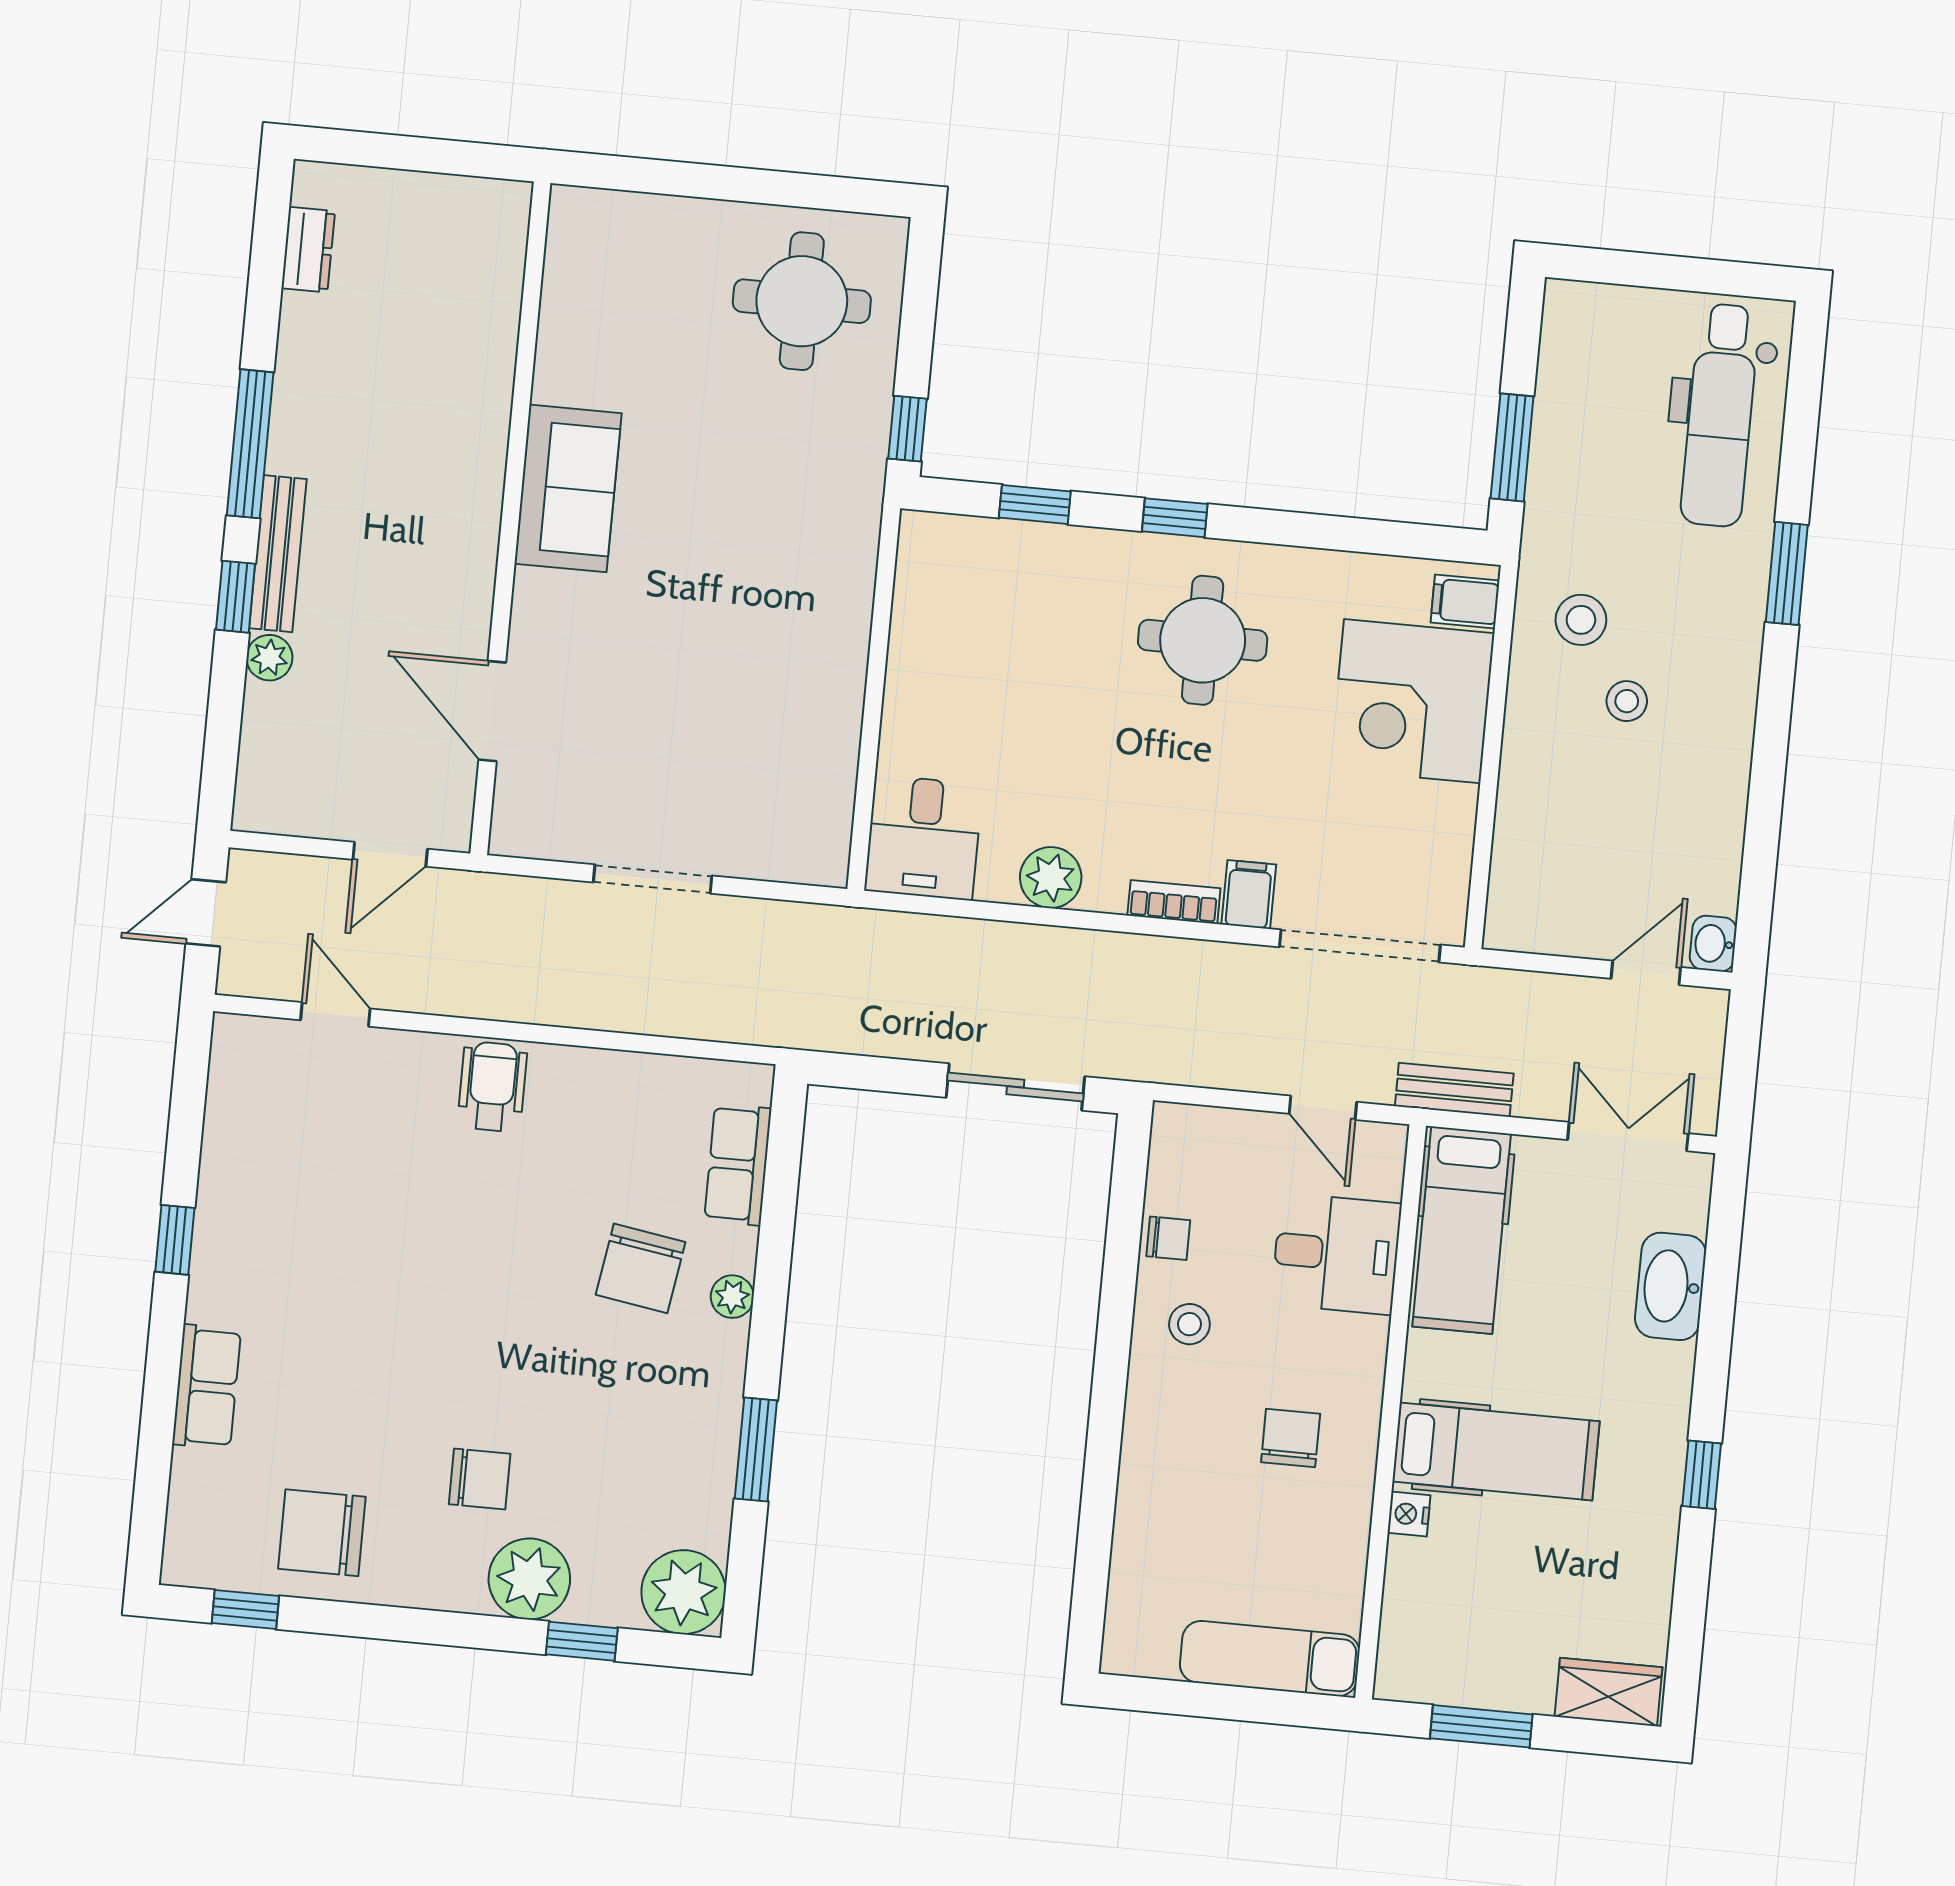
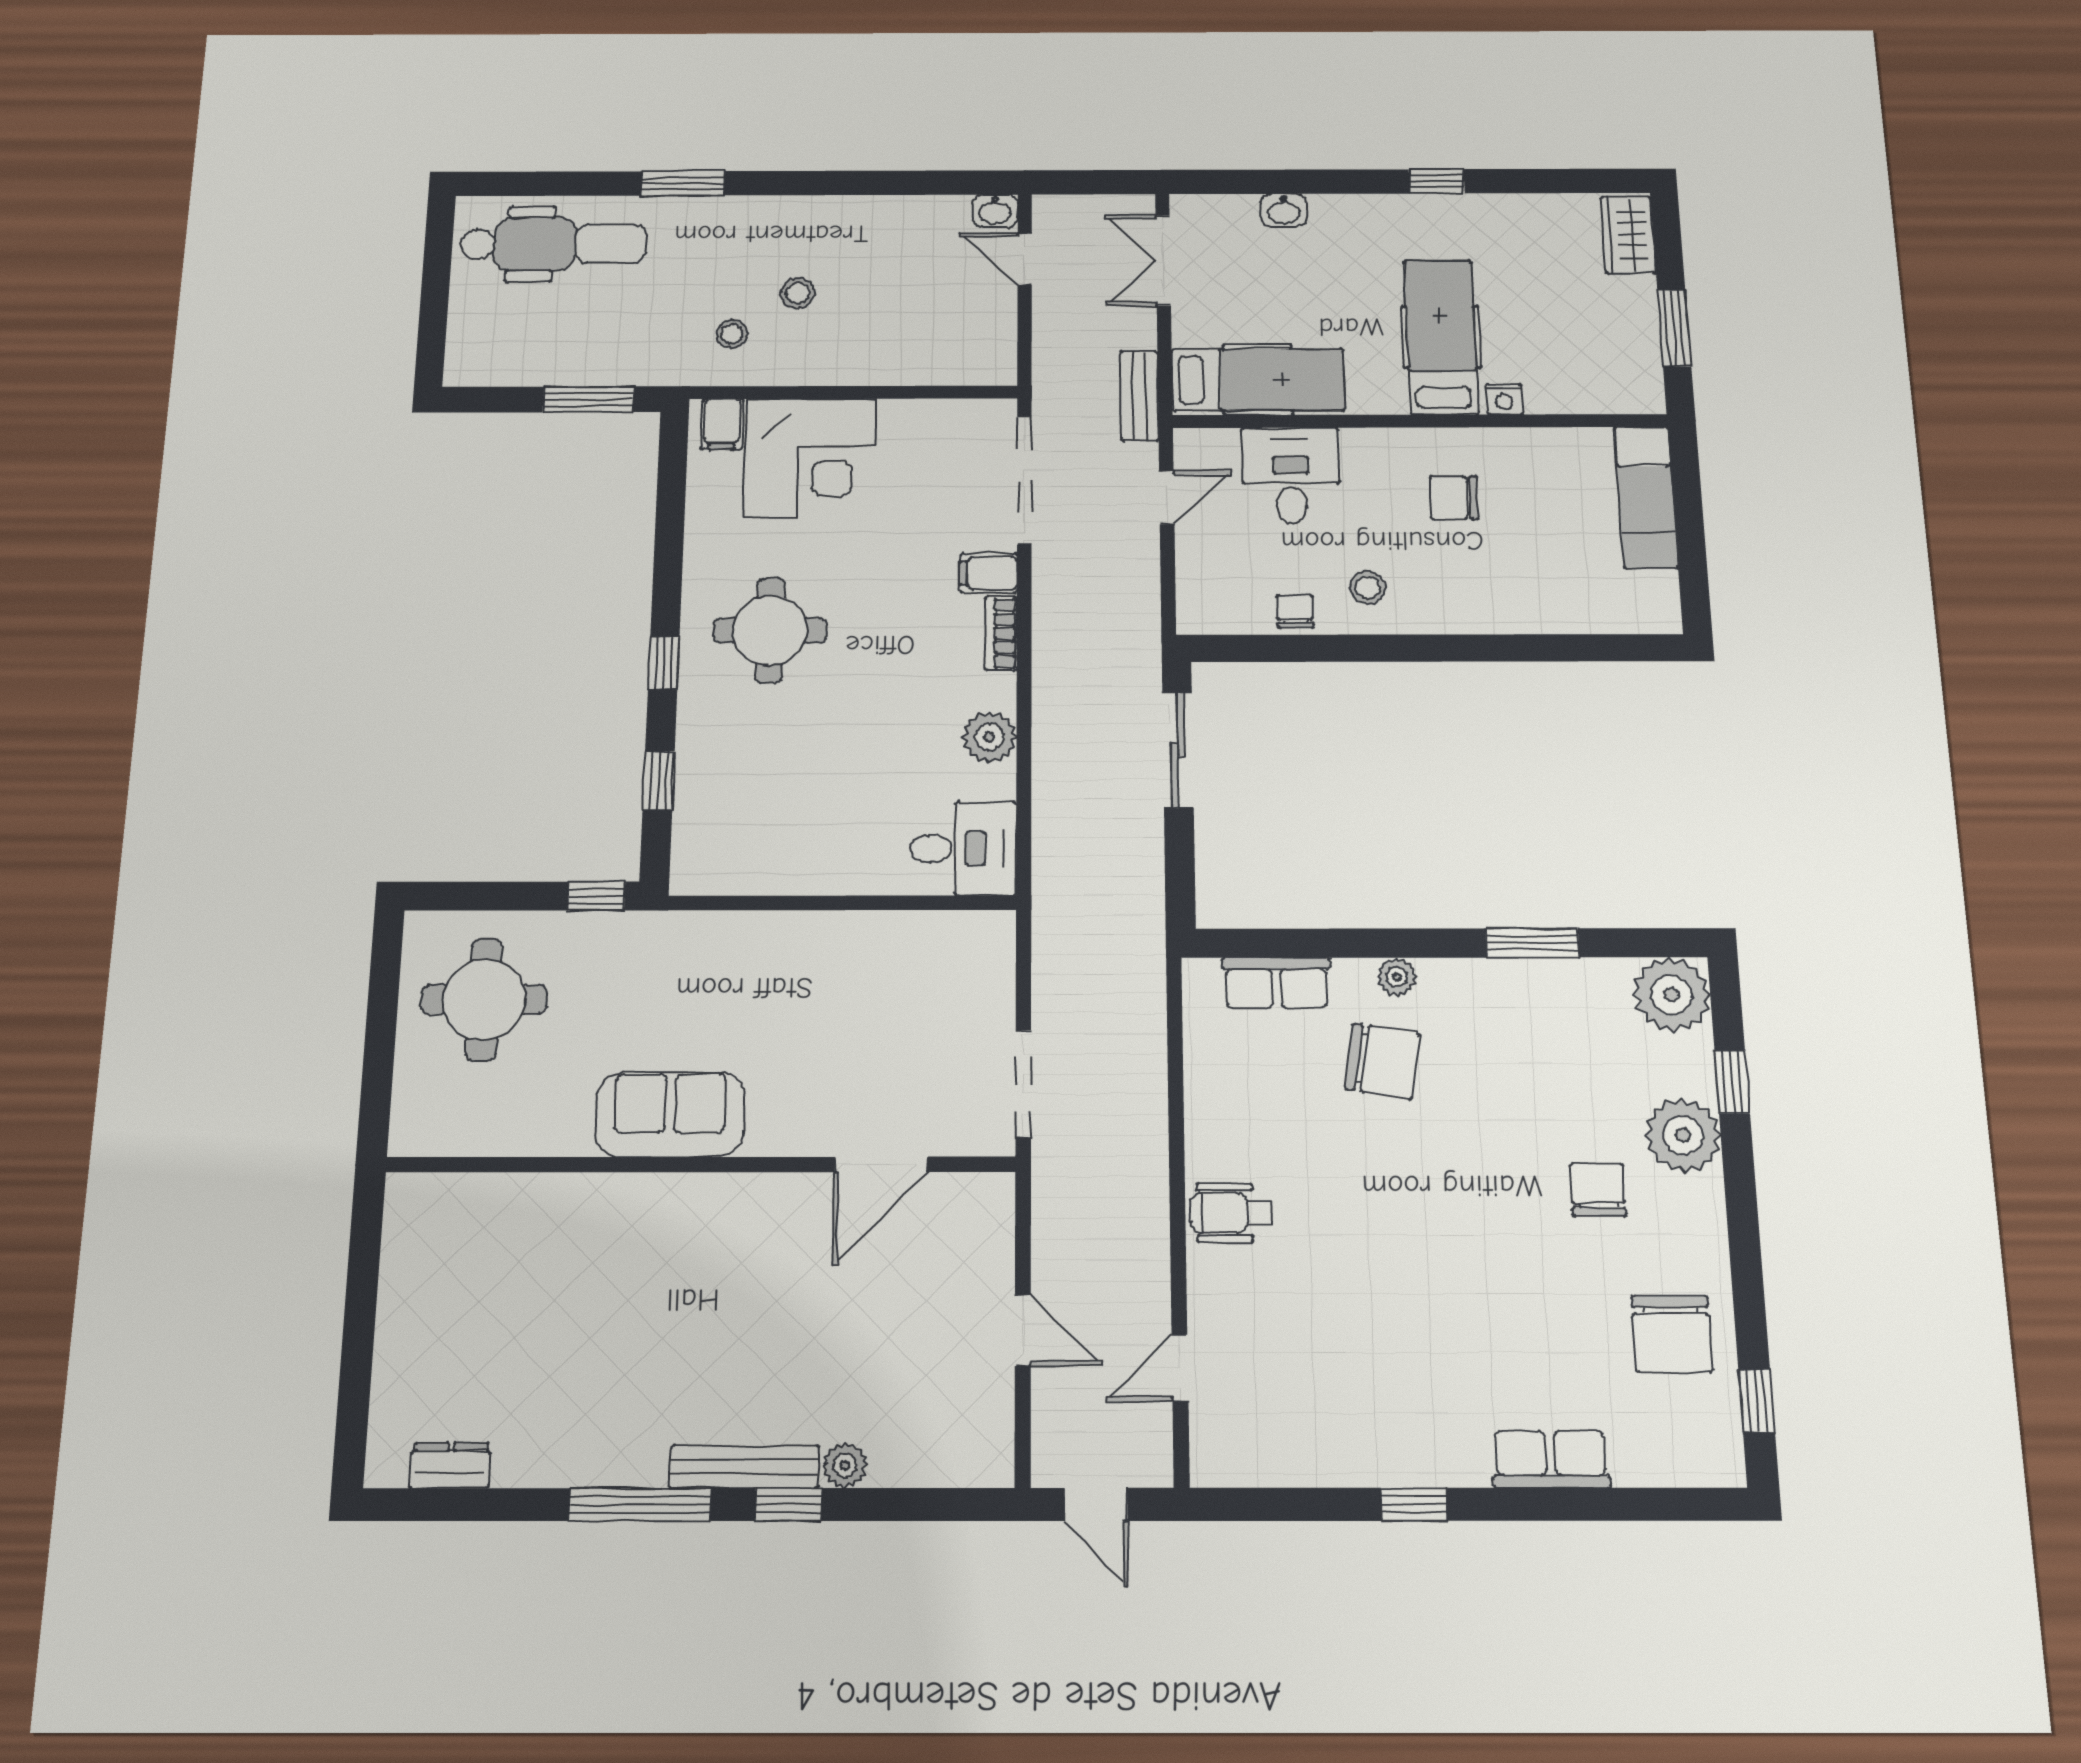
sofa: (568, 488) -> (670, 1114), moved
wall: (510, 518) -> (701, 1165), moved
stool: (1581, 620) -> (732, 334), width x0.73, depth x0.73
door: (492, 711) -> (881, 1164), moved
washbasin: (1671, 1286) -> (1284, 210), width x0.52, depth x0.69

